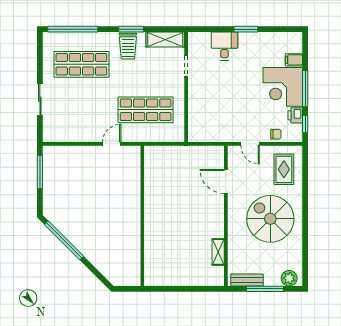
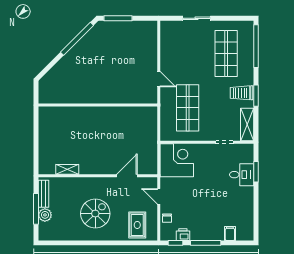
window: (246, 29) -> (256, 172), moved
corner desk: (283, 87) -> (177, 160), moved, turned 90
door: (250, 144) -> (159, 196), hinge flipped
rug: (284, 169) -> (137, 225), turned 90
window: (40, 172) -> (118, 18), moved
spiral stairs: (270, 219) -> (95, 214), width x0.73, depth x0.73
plant: (289, 278) -> (45, 215), moved

